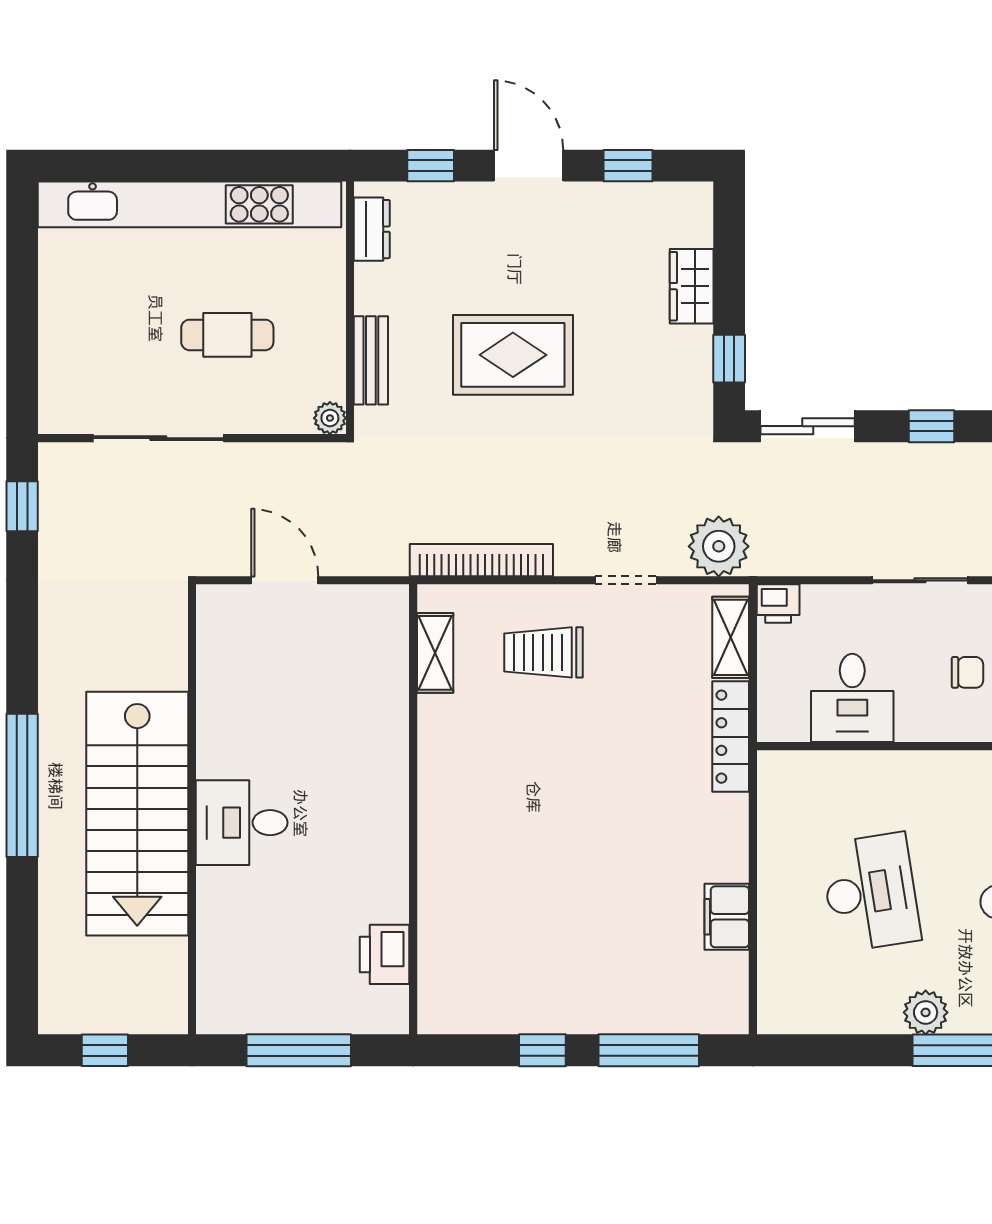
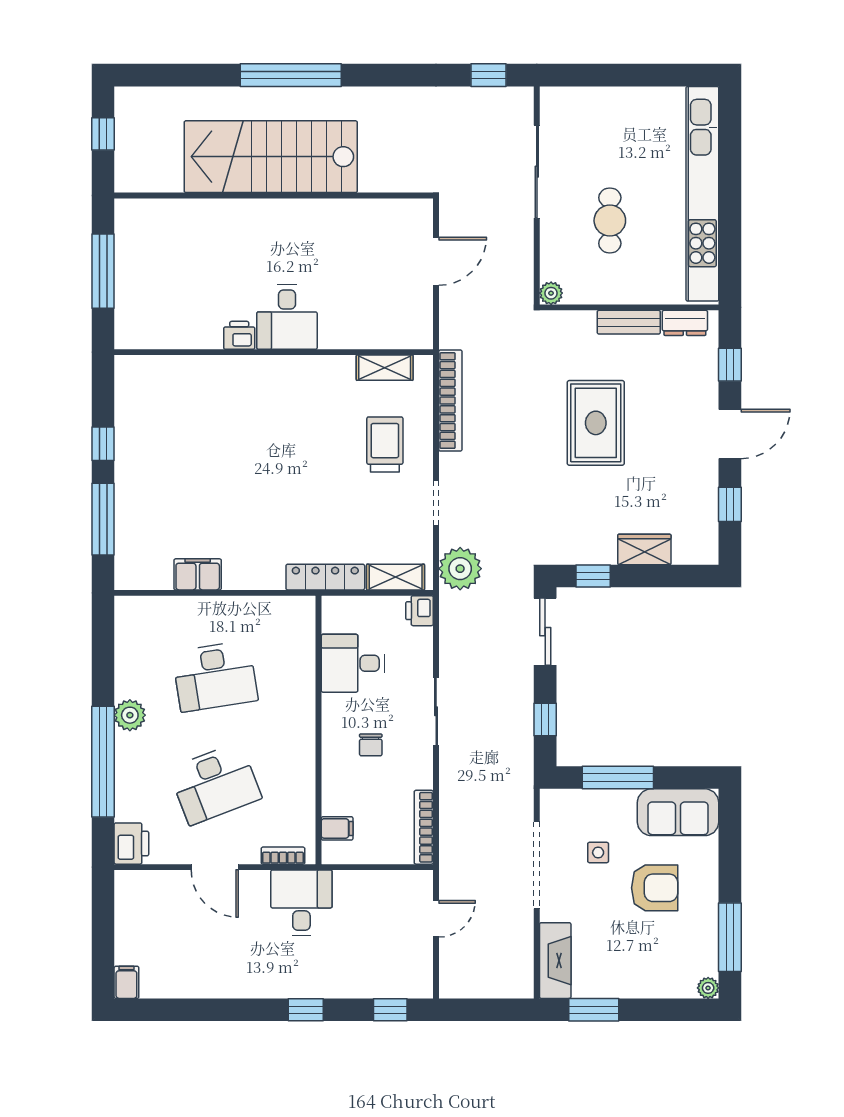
bench: (371, 360) -> (629, 322), moved
desk: (242, 823) -> (287, 317), moved, turned 180
printer: (385, 954) -> (239, 335), moved, width x0.73, depth x0.81

